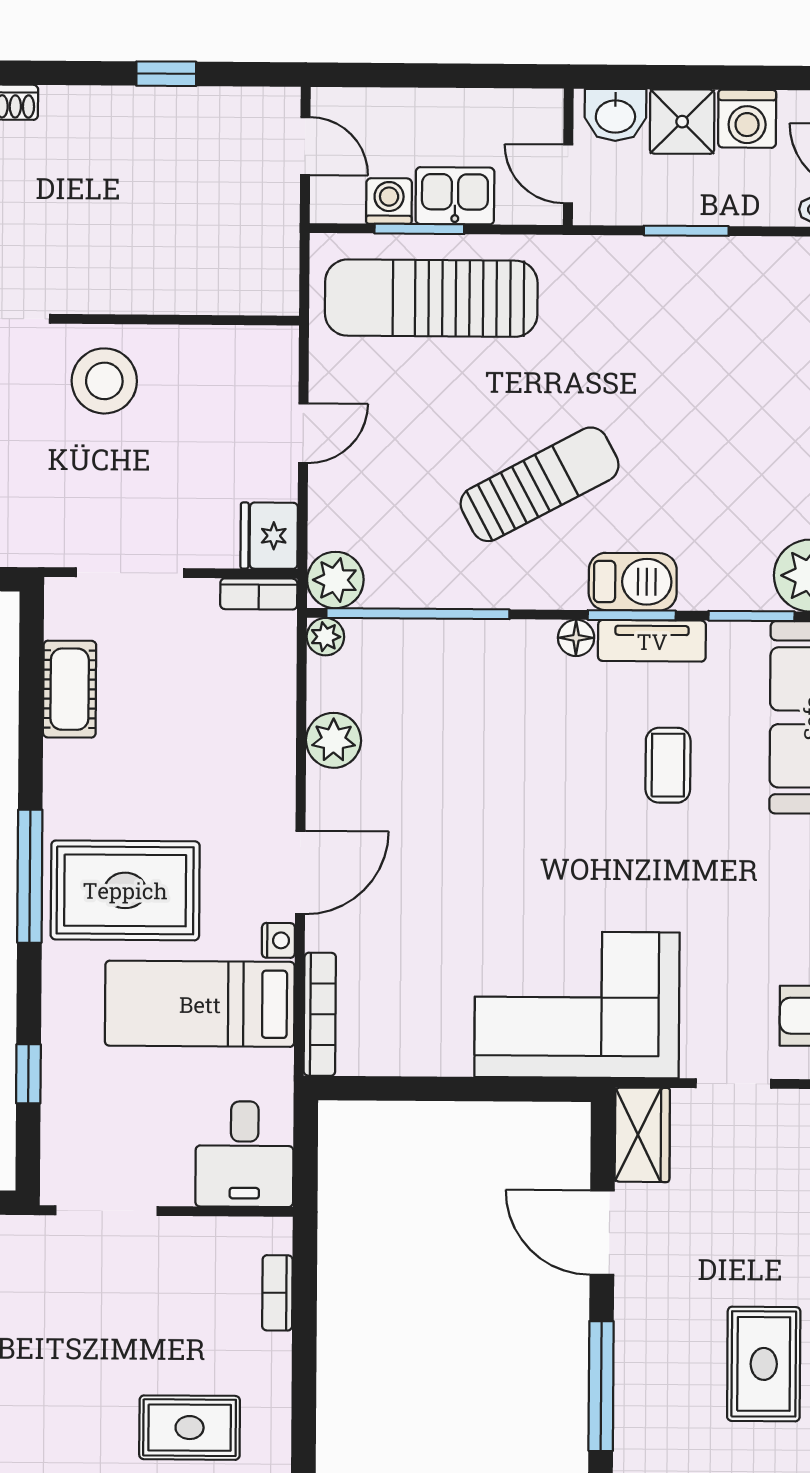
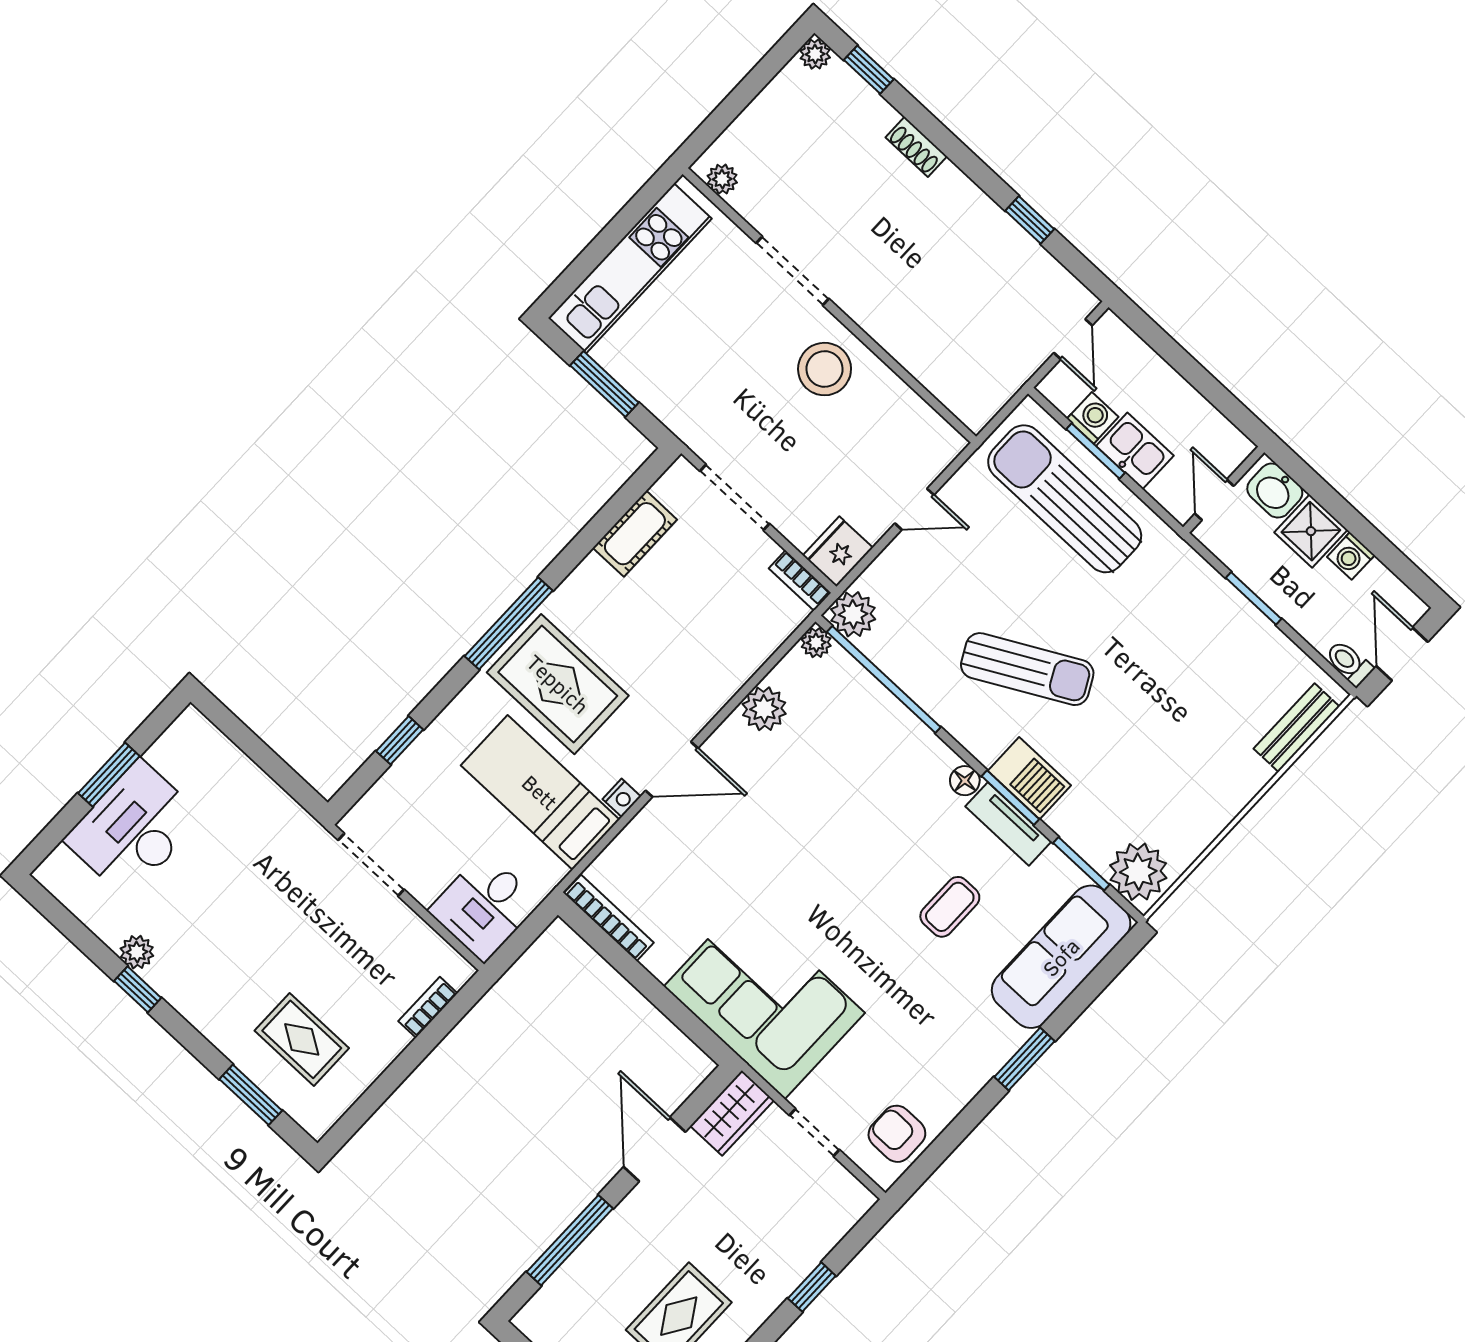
washing machine: (747, 119) -> (1351, 556), width x0.73, depth x0.73
bookcase: (320, 1014) -> (609, 918), moved, turned -90

